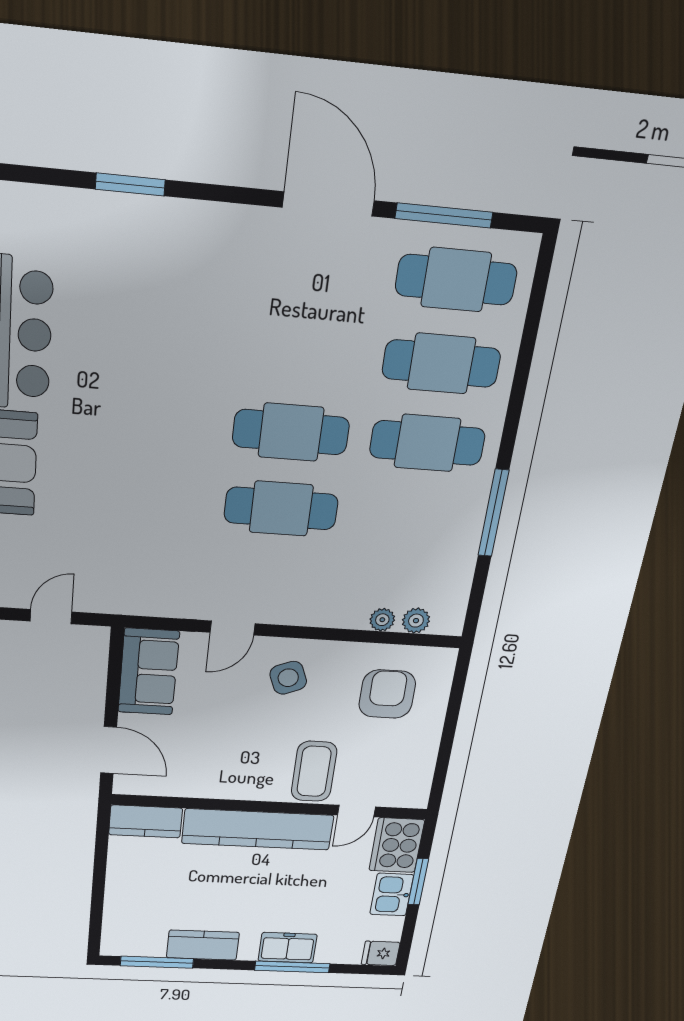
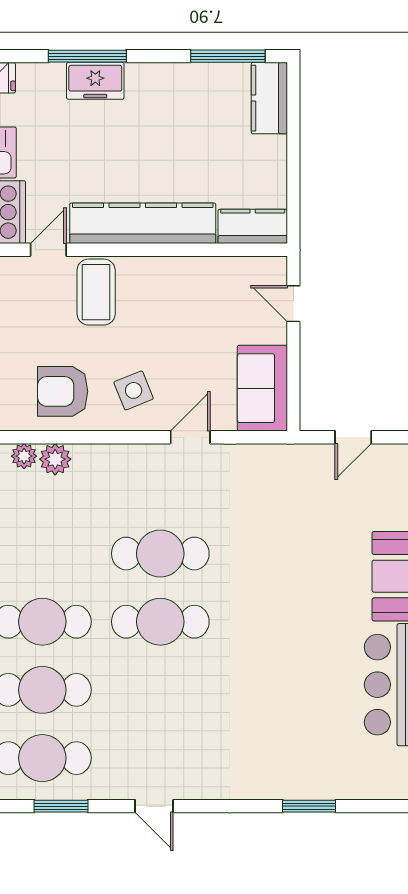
door: (328, 204) -> (154, 806), width x0.53
window: (444, 215) -> (61, 806), width x0.69
plant: (382, 620) -> (55, 459), width x1.38, depth x1.38
armchair: (387, 694) -> (63, 391), moved, turned 90
door: (109, 750) -> (293, 304), width x0.73
kitchen counter: (203, 945) -> (269, 98), moved, turned 90

